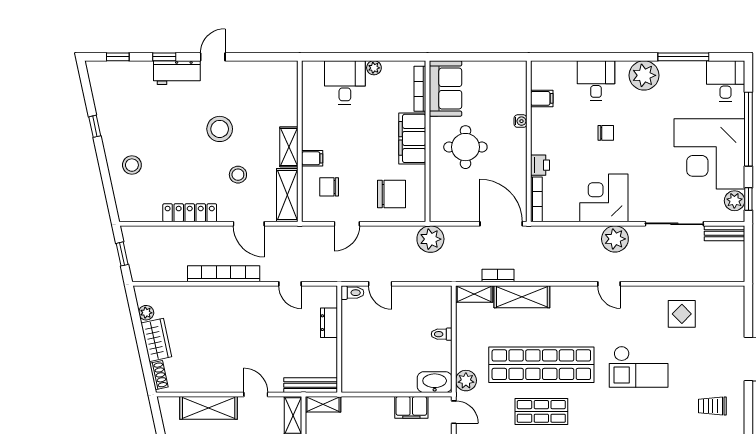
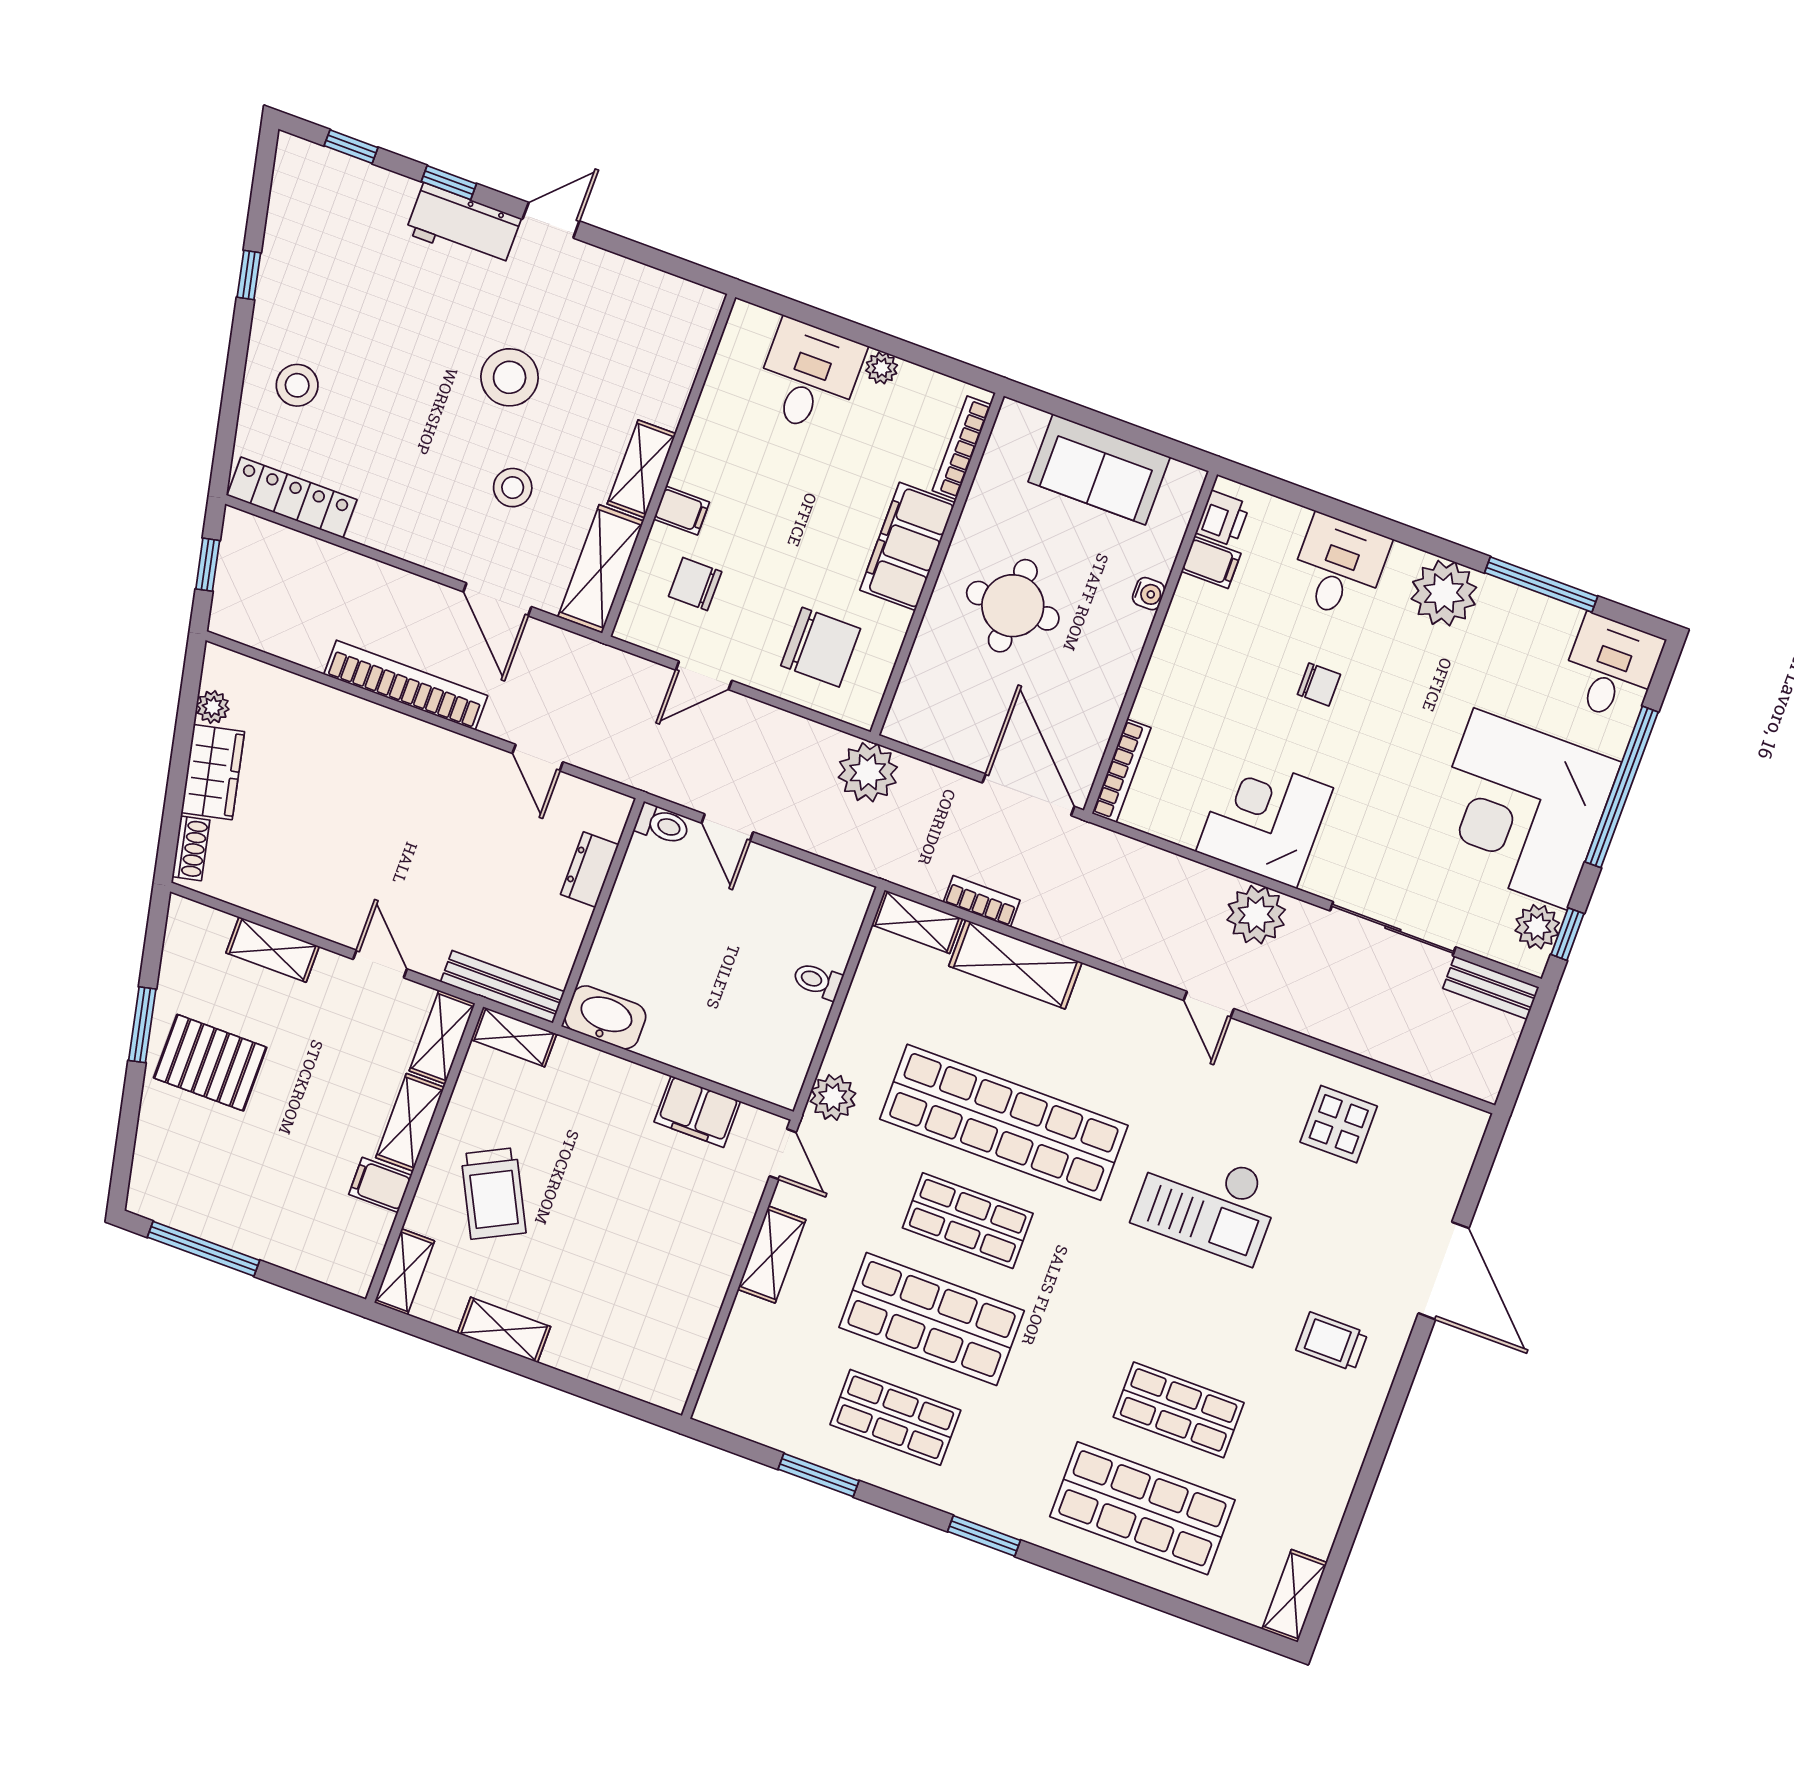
sofa: (445, 88) -> (1099, 469), moved, turned 90
printer: (540, 165) -> (1223, 519), moved
locker: (190, 213) -> (292, 497), moved
washbasin: (435, 382) -> (605, 1017), moved
shelving: (209, 408) -> (273, 950), width x0.67, depth x0.75

